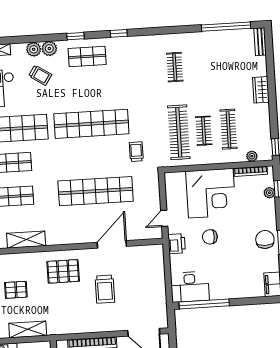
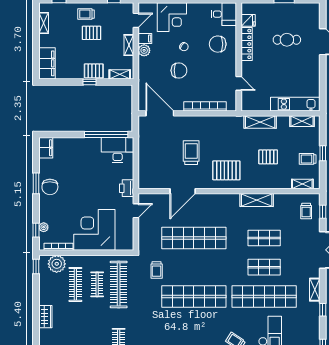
plant: (252, 156) -> (57, 264), width x1.88, depth x1.88
chair: (210, 237) -> (98, 192), removed

